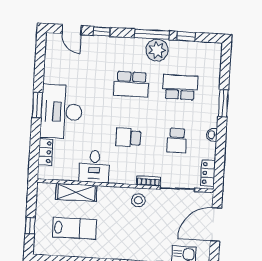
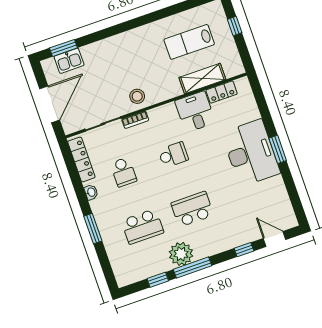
school desk: (177, 140) -> (124, 172), turned 180
locker: (45, 152) -> (222, 92), moved, turned -90
locker: (208, 173) -> (81, 159), width x1.53

